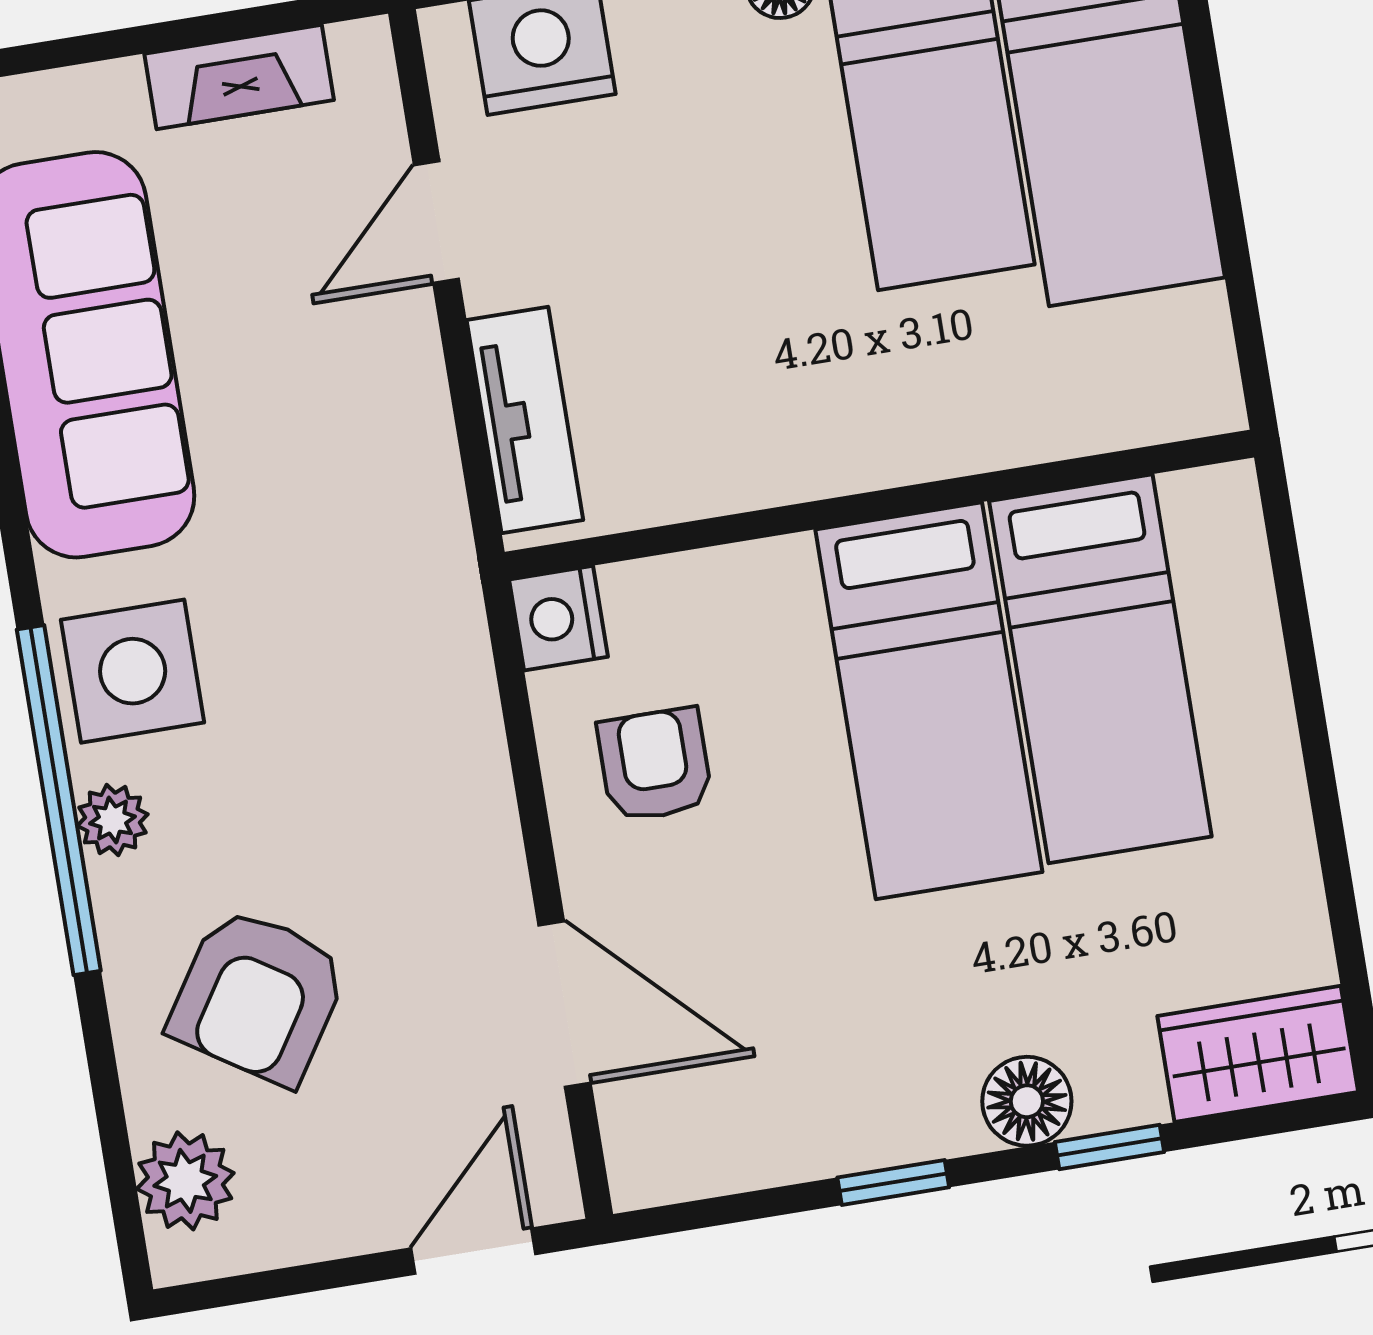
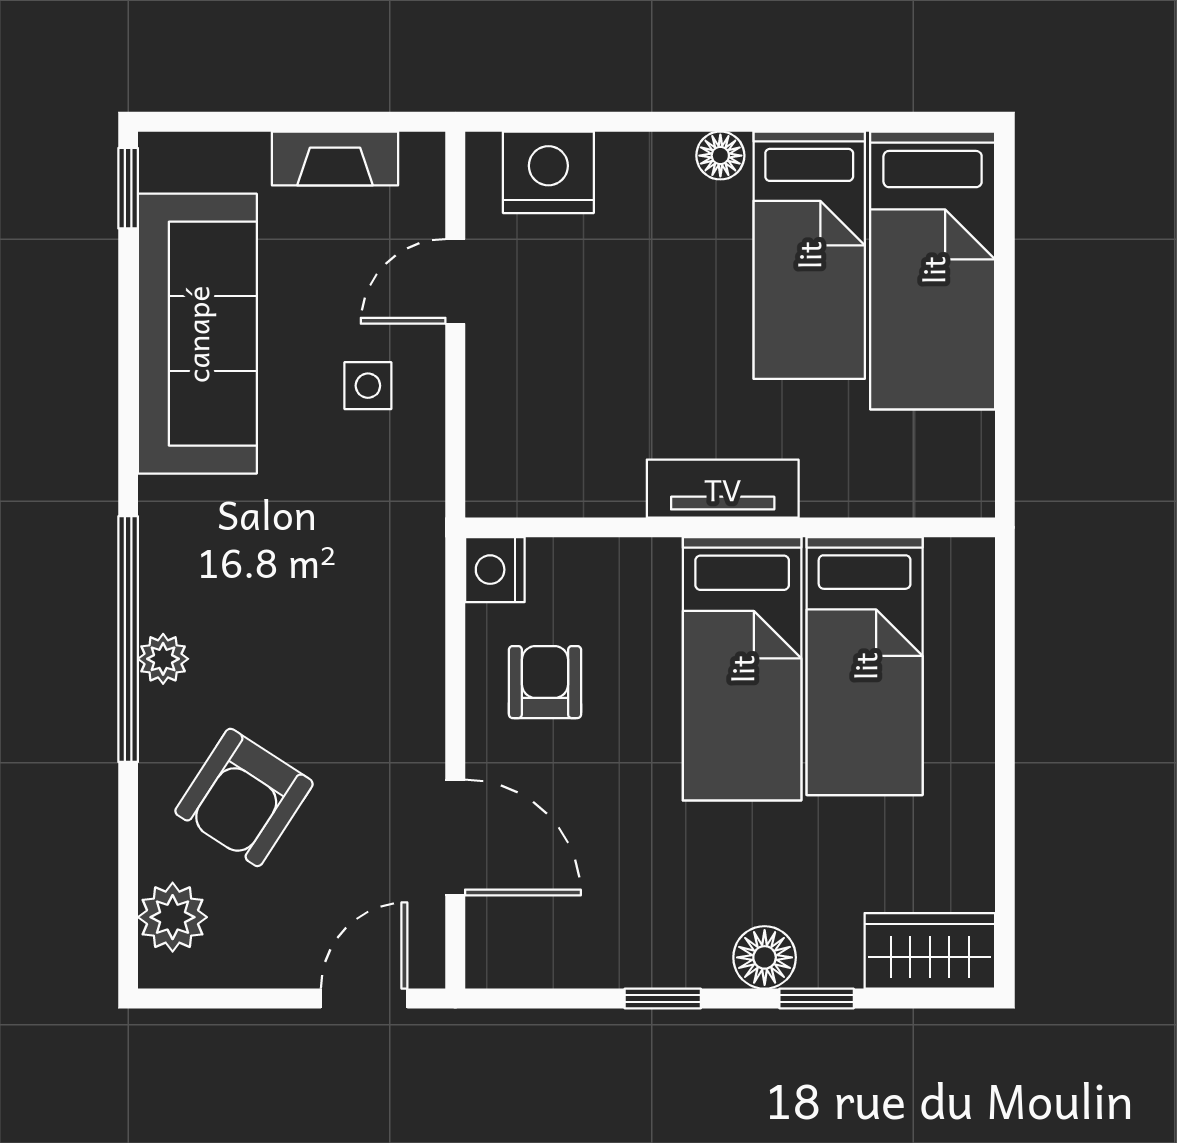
tv unit: (525, 420) -> (723, 489), moved, turned -90
side table: (133, 671) -> (368, 386), moved, width x0.54, depth x0.54

